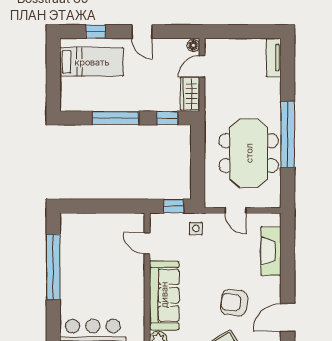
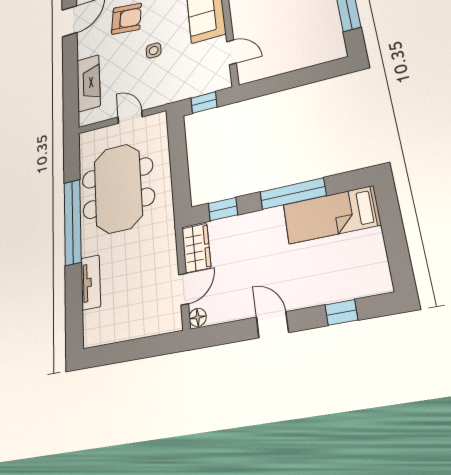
tv unit: (274, 58) -> (91, 282), moved
bed: (92, 62) -> (331, 215), moved
side table: (196, 228) -> (154, 51), moved

